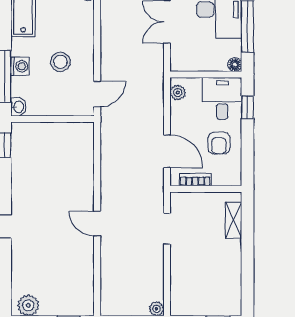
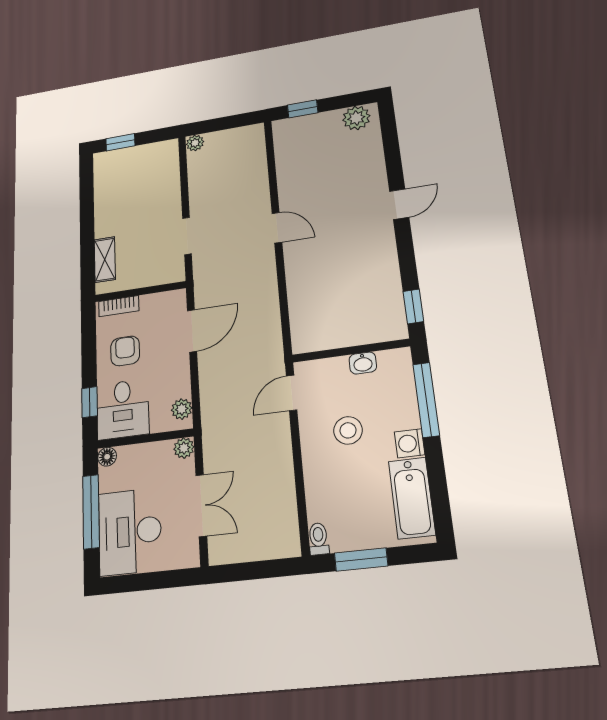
plant: (177, 64) -> (184, 448), added
washing machine: (20, 66) -> (410, 443), moved
washbasin: (18, 107) -> (363, 363), moved, turned -90
door: (167, 151) -> (192, 331), swing flipped
bookcase: (195, 180) -> (119, 306), moved

